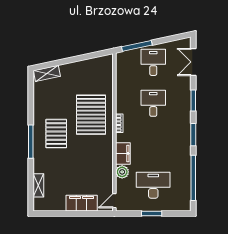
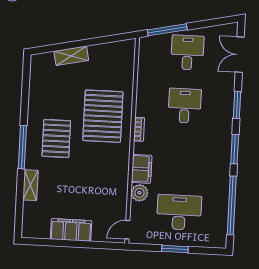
shelving: (47, 73) -> (71, 56), moved
shelving: (38, 185) -> (30, 185), moved
filing cabinet: (82, 203) -> (71, 230), moved

